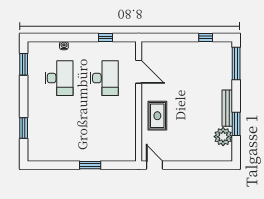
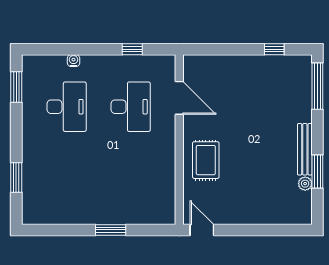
plant: (223, 137) -> (305, 184), width x0.53, depth x0.53

